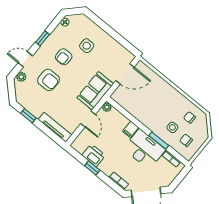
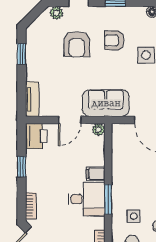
tv unit: (55, 127) -> (32, 99), width x0.71
window: (159, 141) -> (108, 199), moved
desk: (144, 149) -> (86, 199), width x0.73
printer: (94, 155) -> (36, 136), moved

